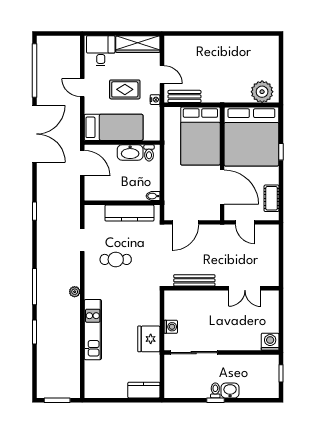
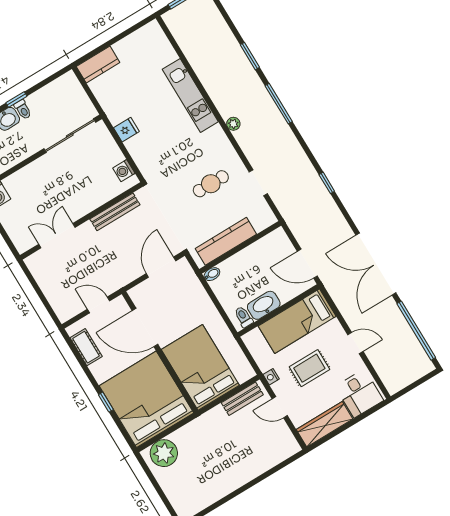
washing machine: (171, 327) -> (124, 171), moved
fridge: (149, 339) -> (126, 130), width x0.53, depth x0.75

